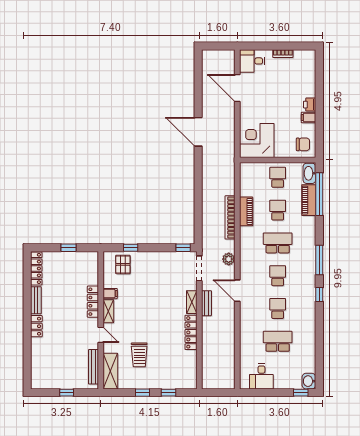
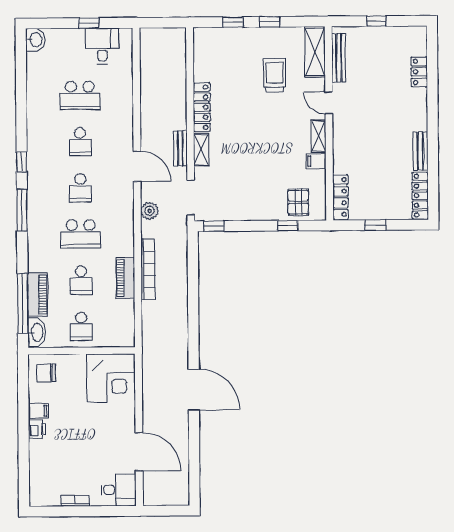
locker: (93, 302) -> (341, 197), moved
locker: (36, 326) -> (419, 72), moved
window: (301, 393) -> (89, 23), moved

